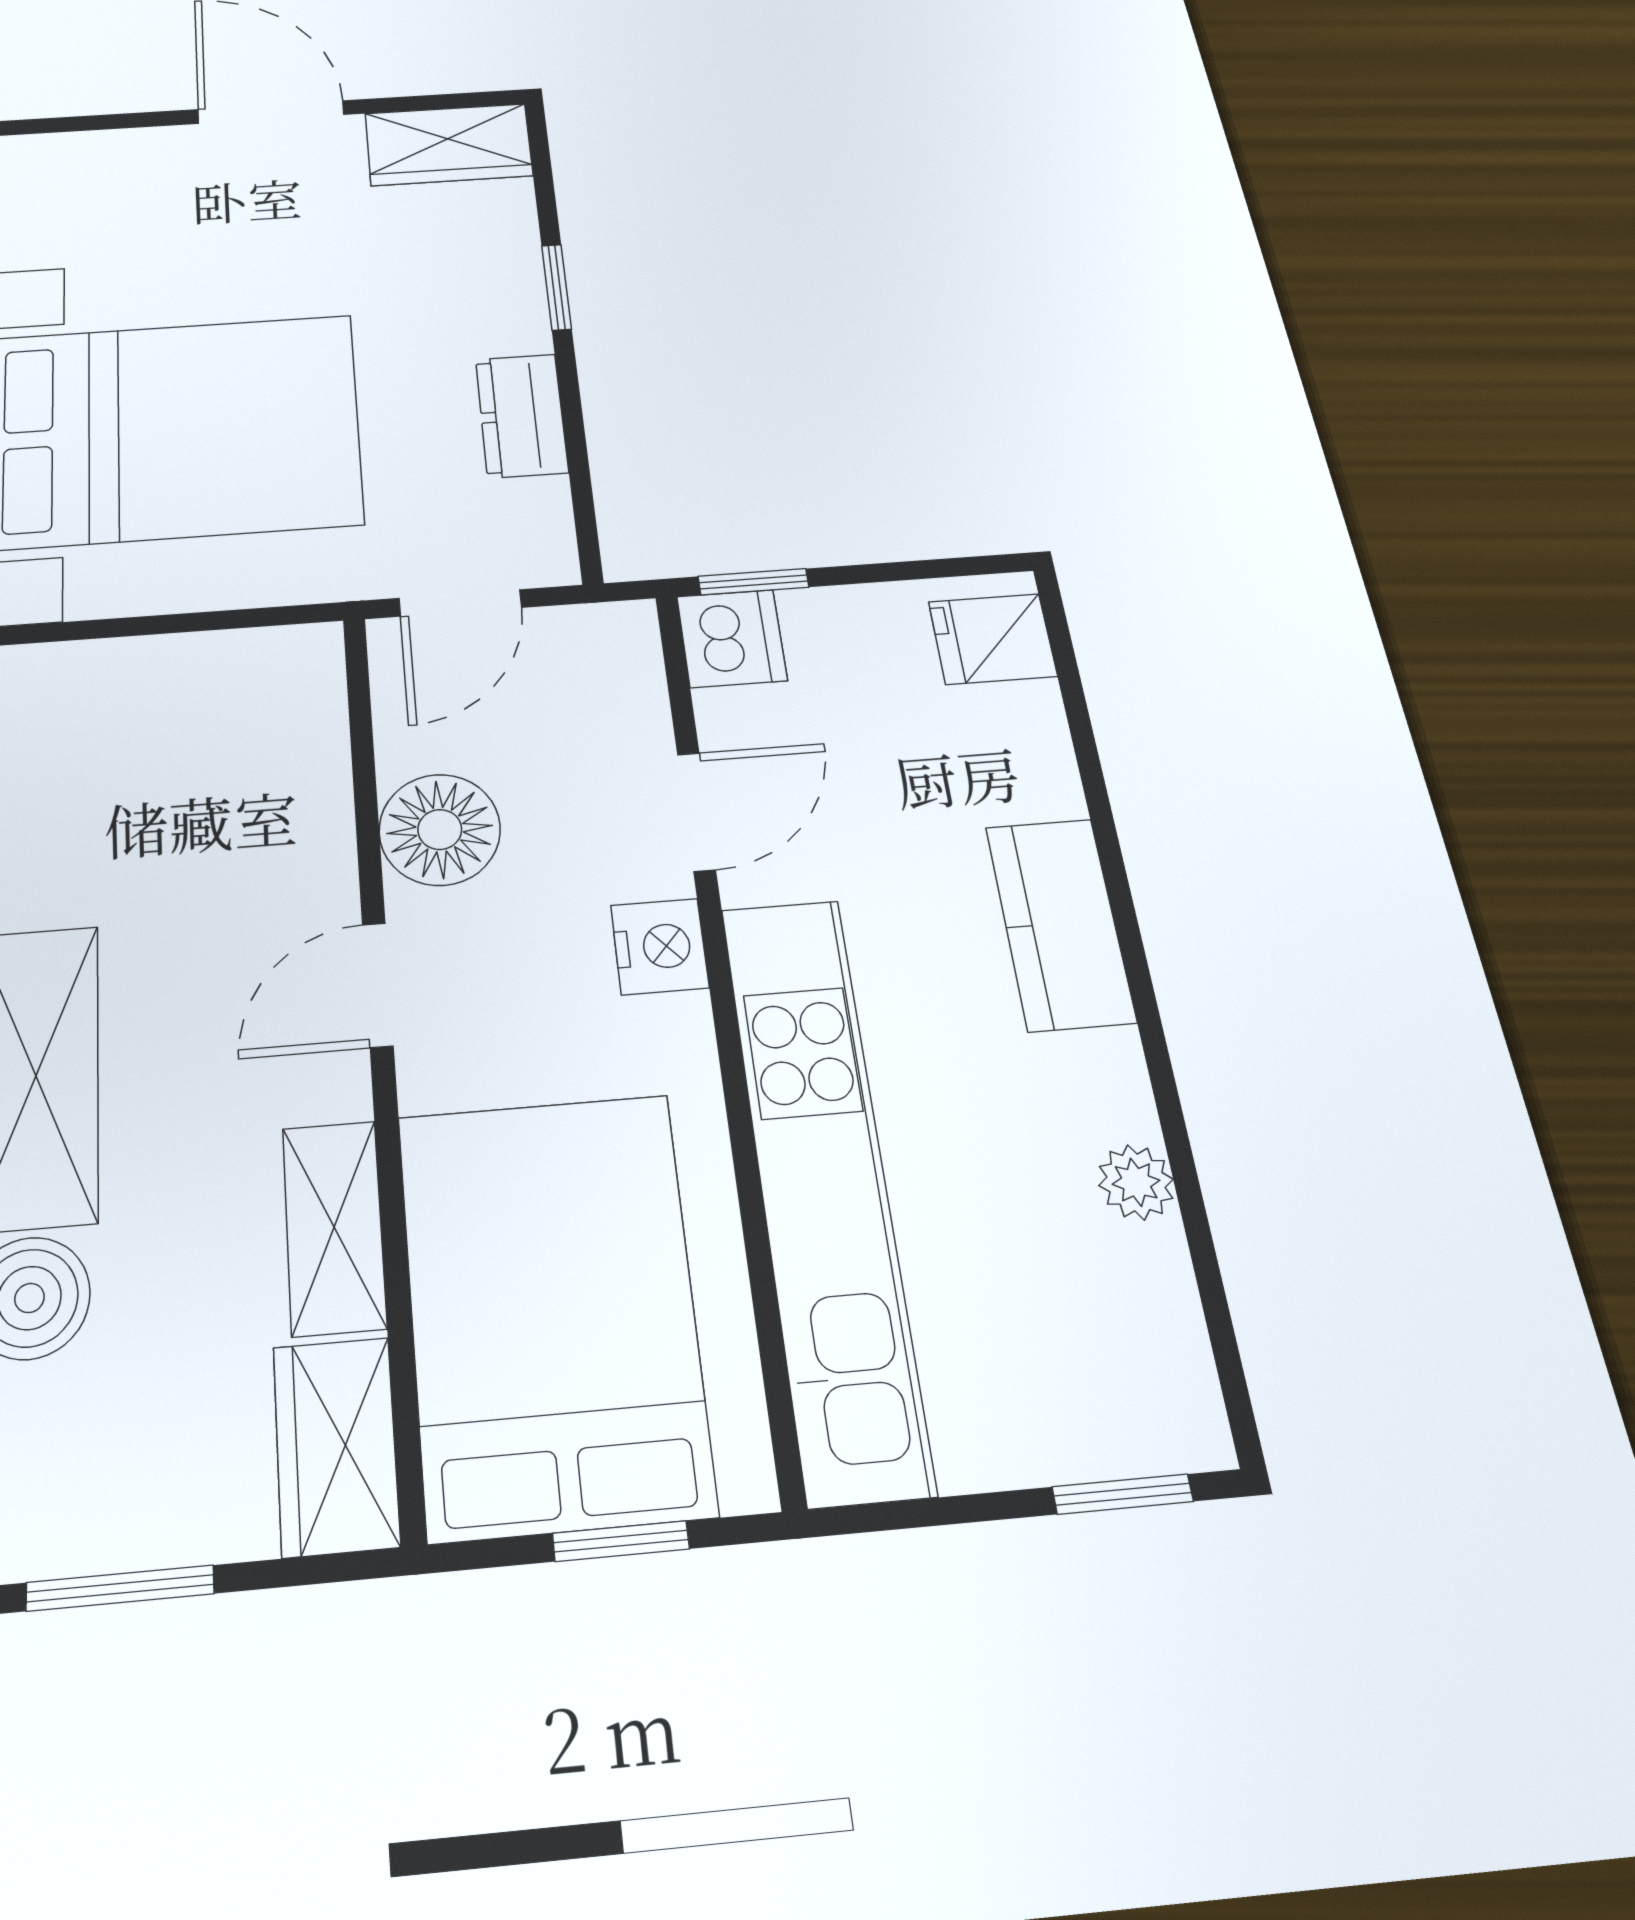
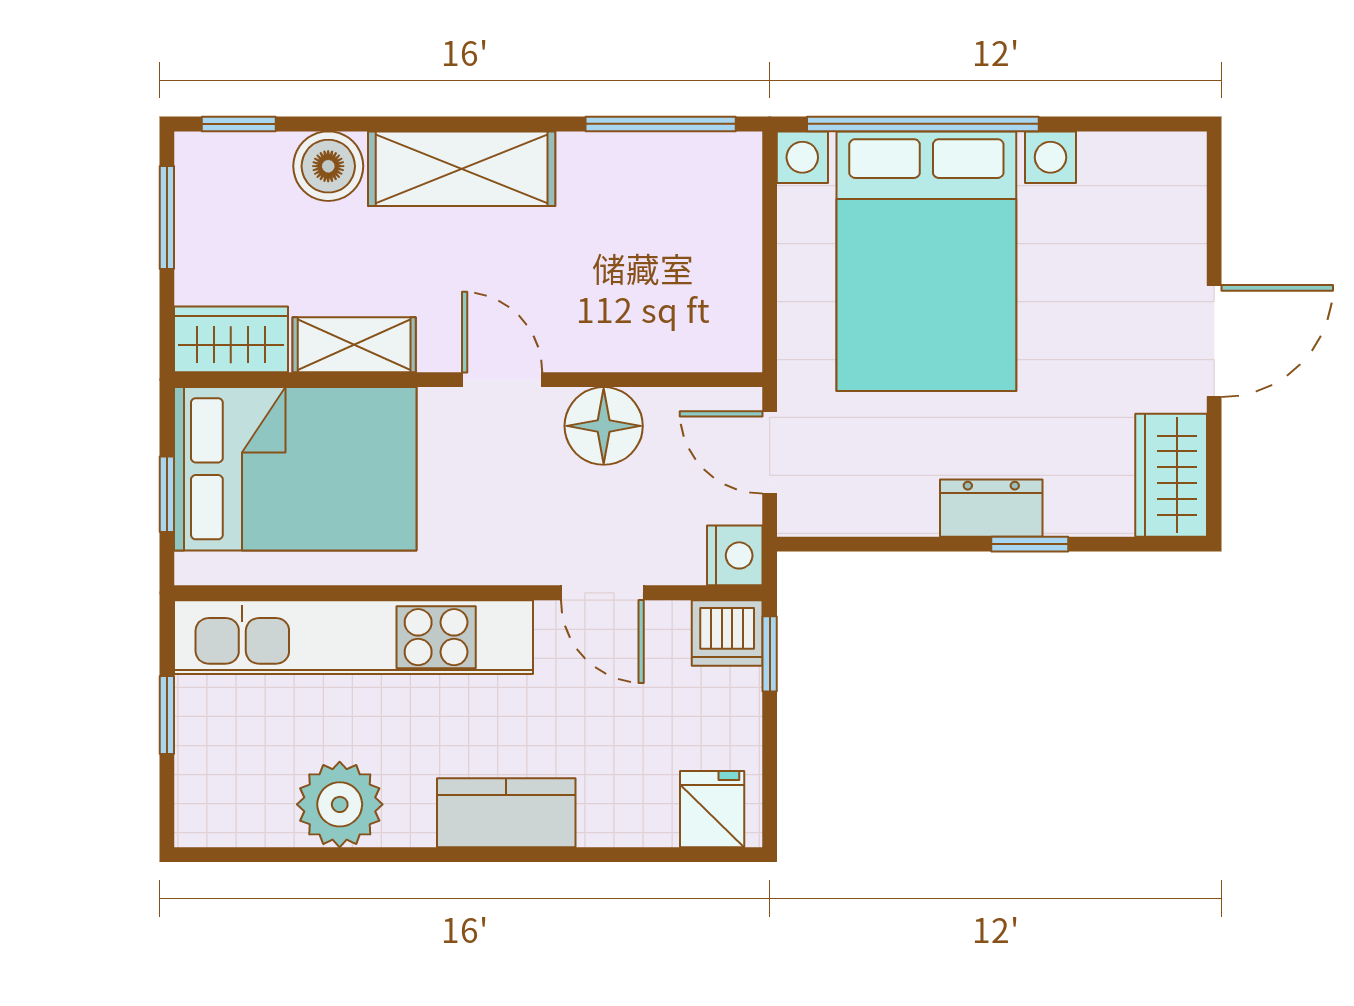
dresser: (522, 416) -> (991, 508), moved
nightstand: (660, 946) -> (735, 555), moved, turned -90
plant: (1136, 1182) -> (340, 804), width x1.88, depth x1.88
window: (1123, 1494) -> (167, 715), moved

